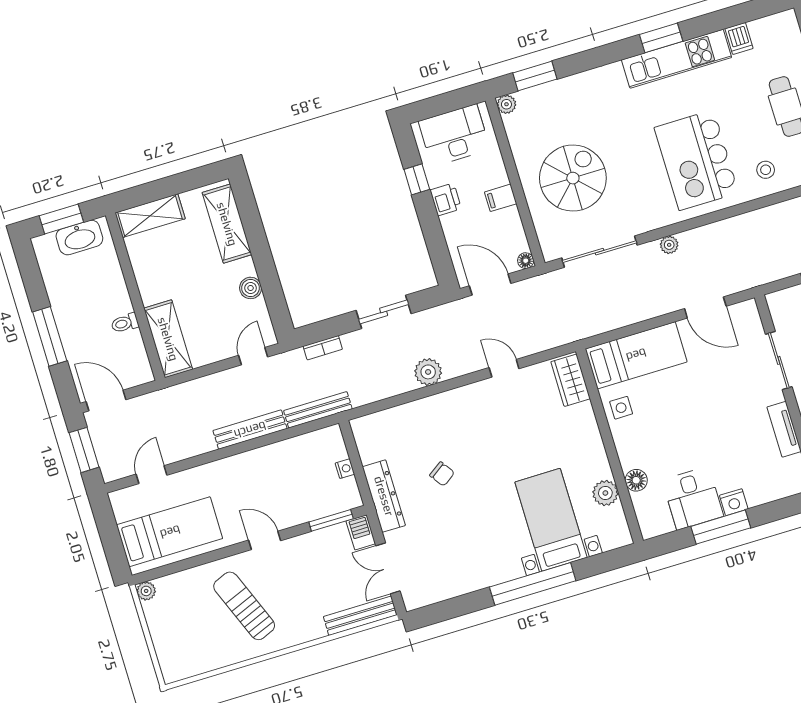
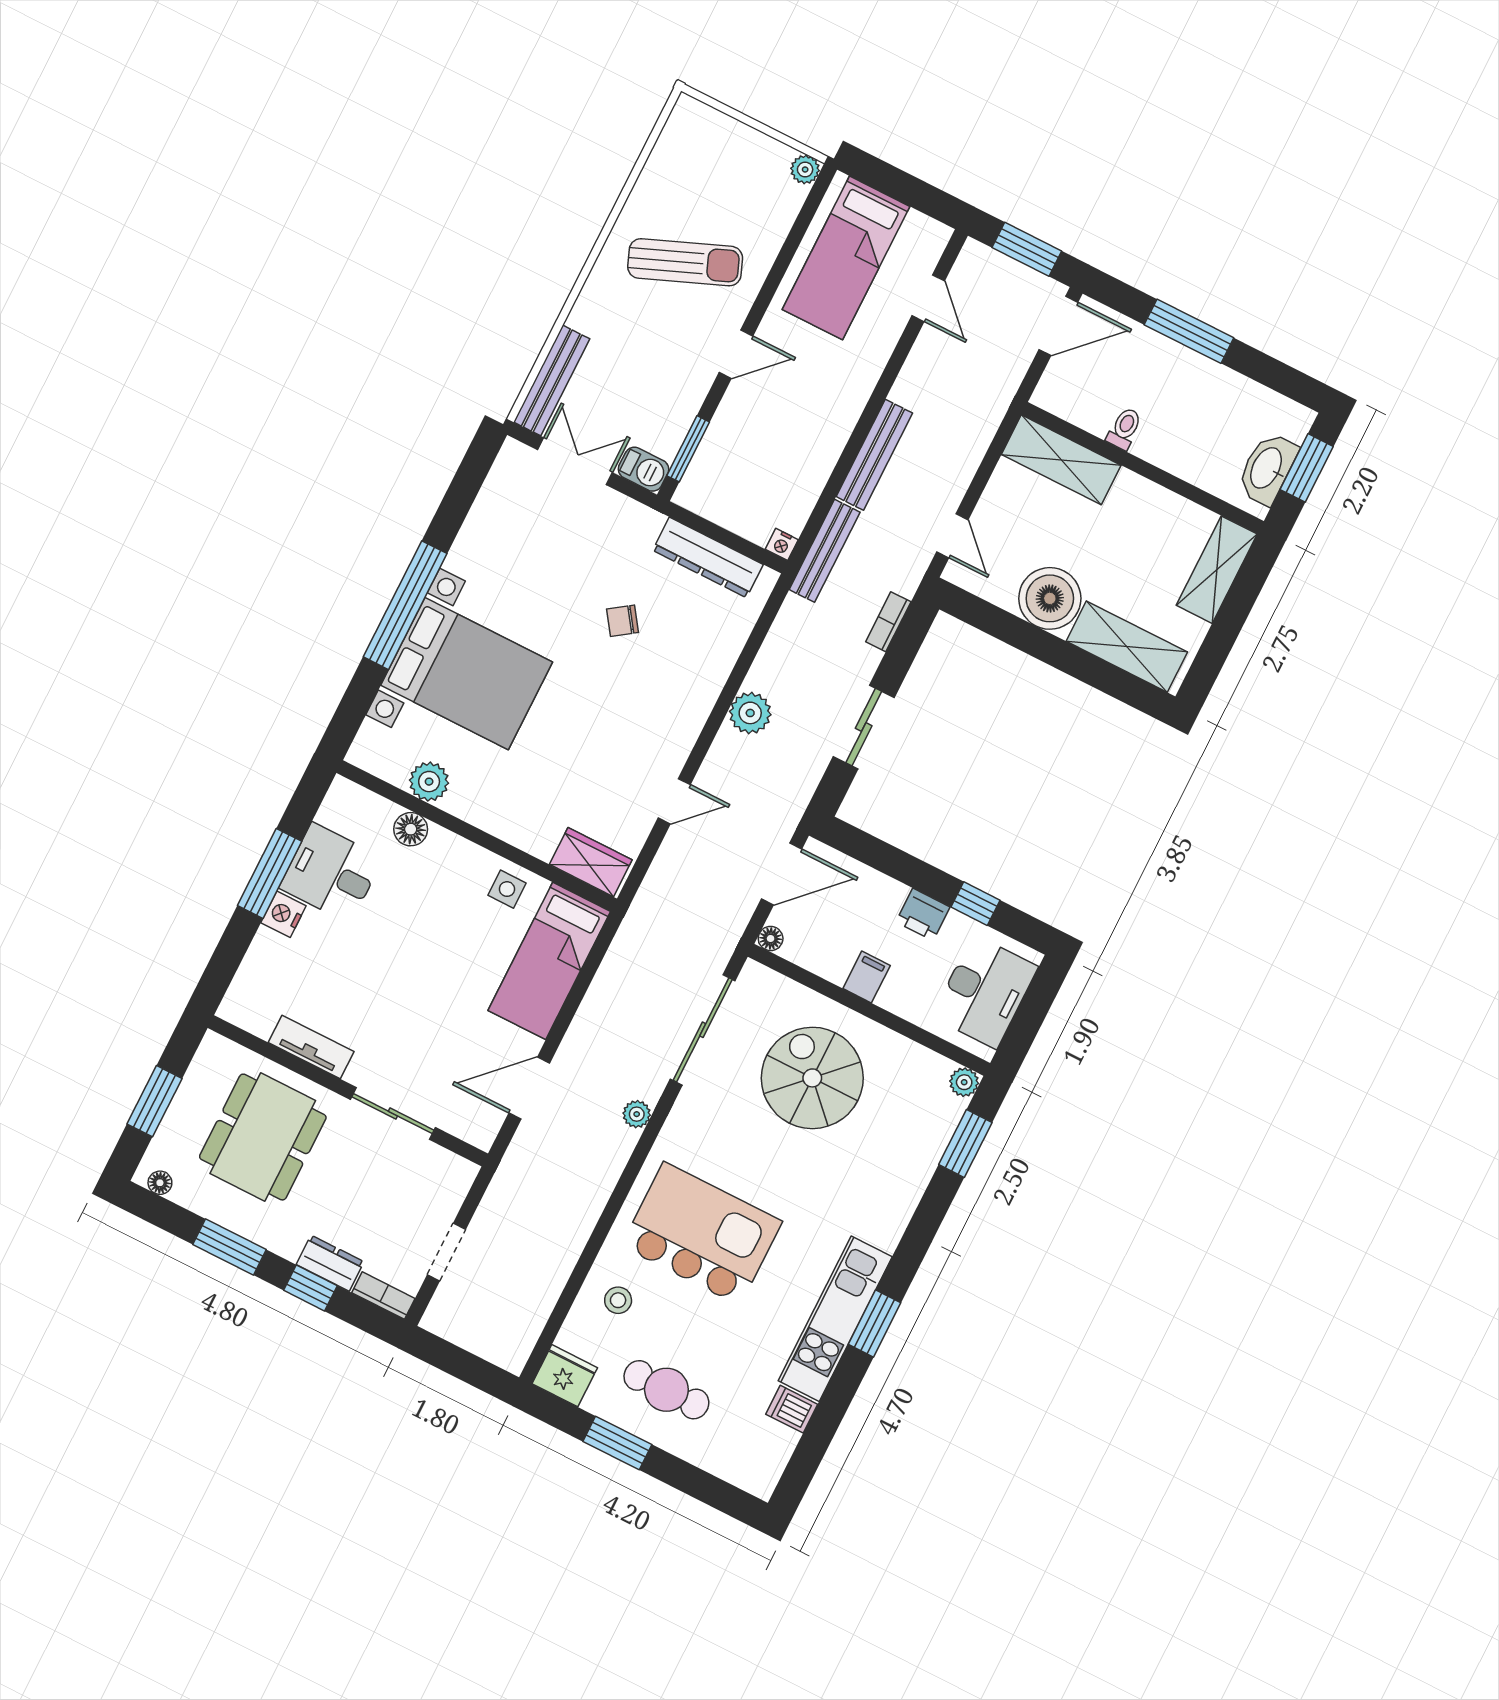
spiral stairs: (573, 178) -> (812, 1078), turned 180
boiler: (251, 288) -> (1050, 598), width x1.86, depth x1.86
nightstand: (345, 469) -> (782, 544), moved
dresser: (384, 496) -> (708, 557), moved
bed with nightstands: (551, 520) -> (467, 674), width x1.36

